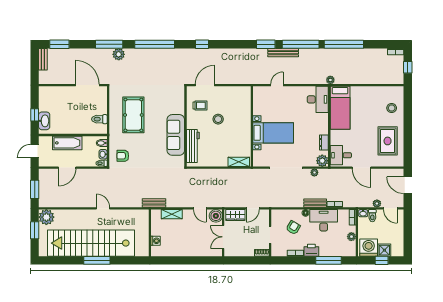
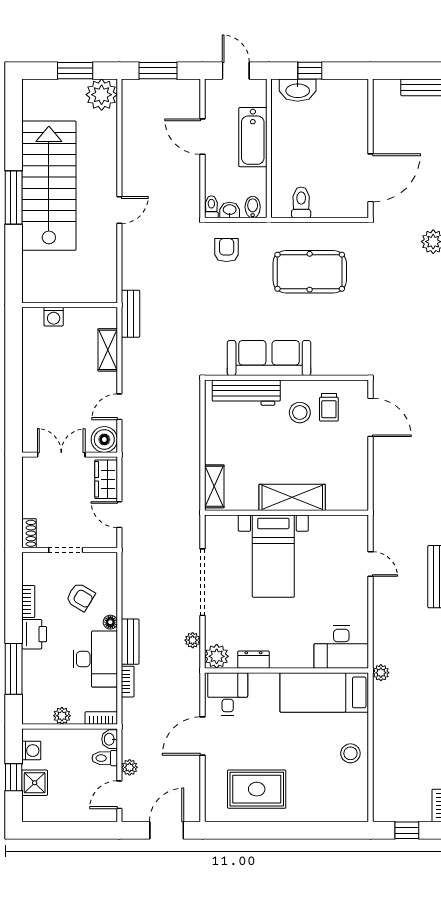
stool: (392, 108) -> (350, 753), moved
stool: (218, 119) -> (300, 413), moved
shelving: (244, 124) -> (292, 497), added
stairs: (91, 243) -> (49, 186), width x0.73
washing machine: (369, 248) -> (31, 751), width x0.53, depth x0.53

